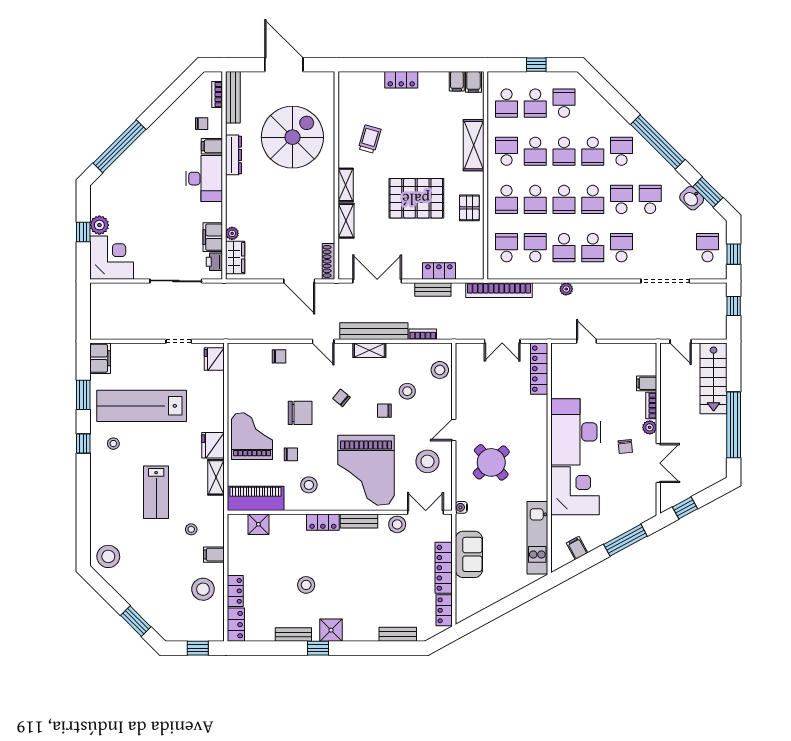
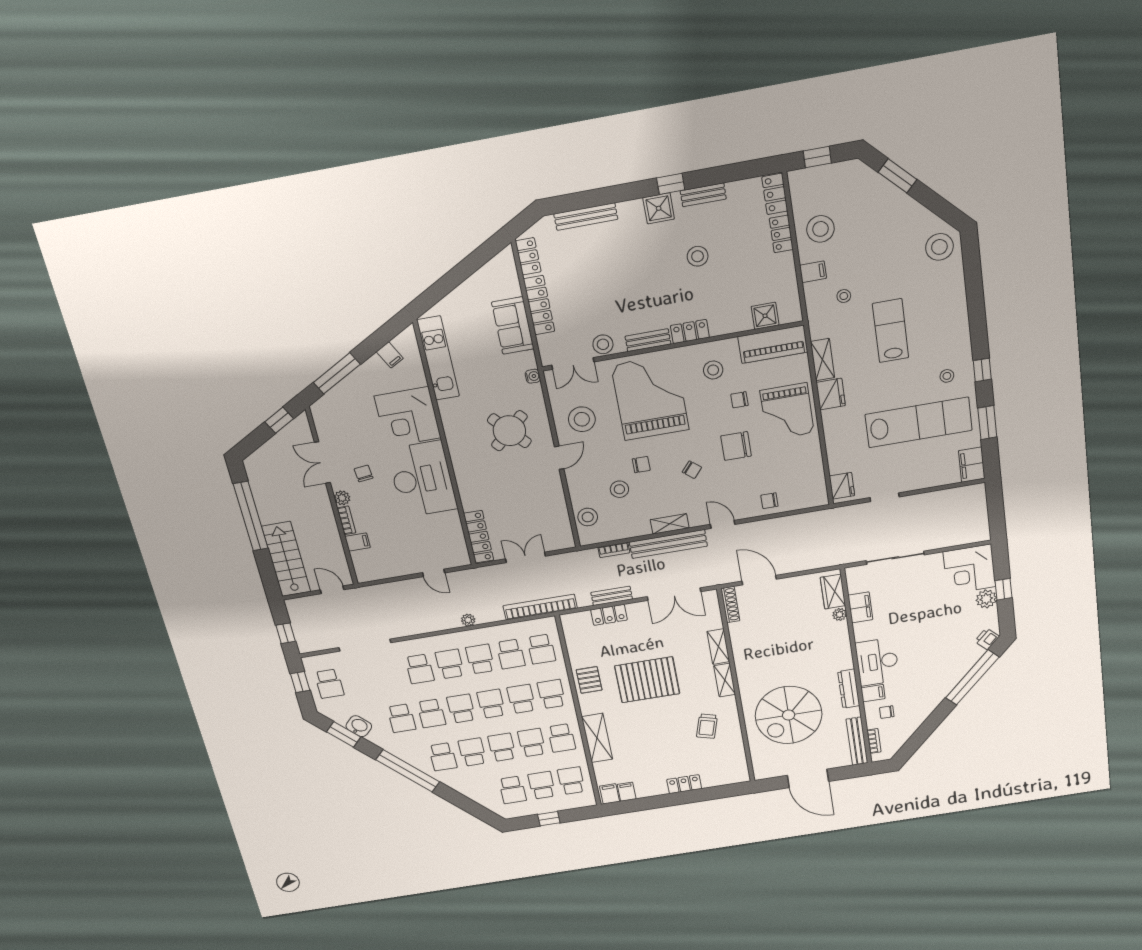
printer: (214, 262) -> (987, 639), moved, turned -135
bench: (398, 634) -> (586, 217), width x1.36

